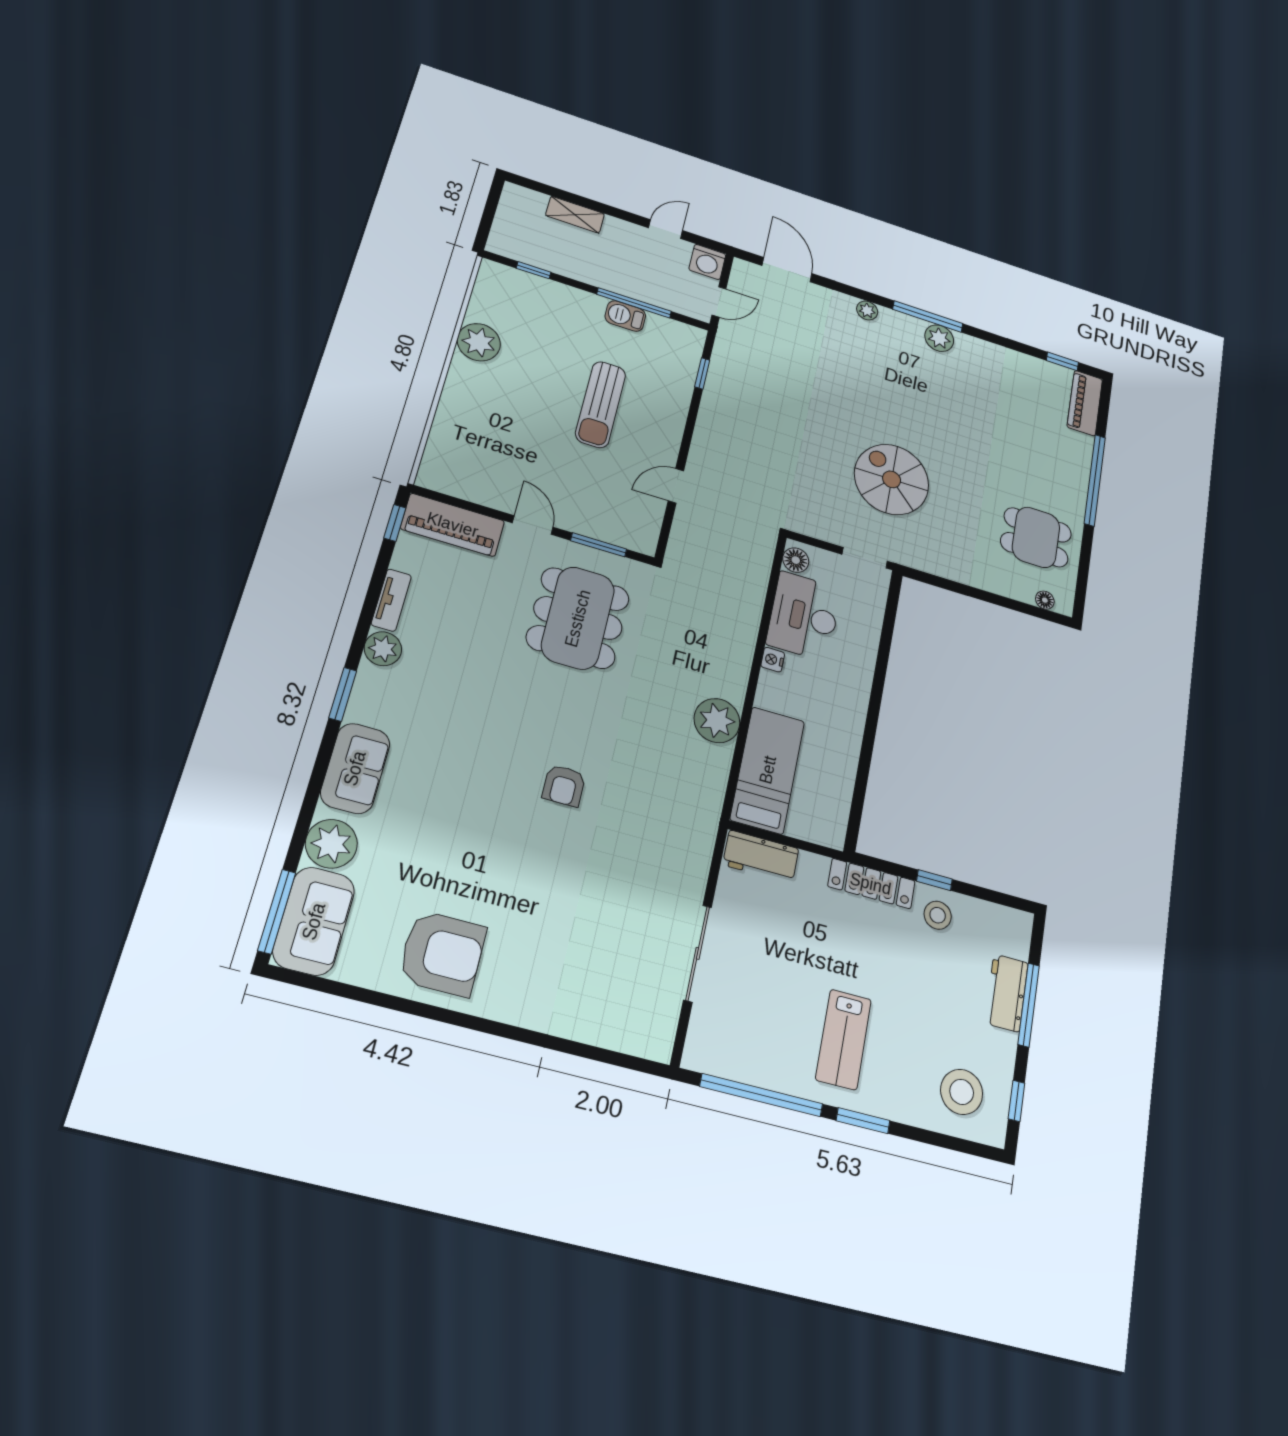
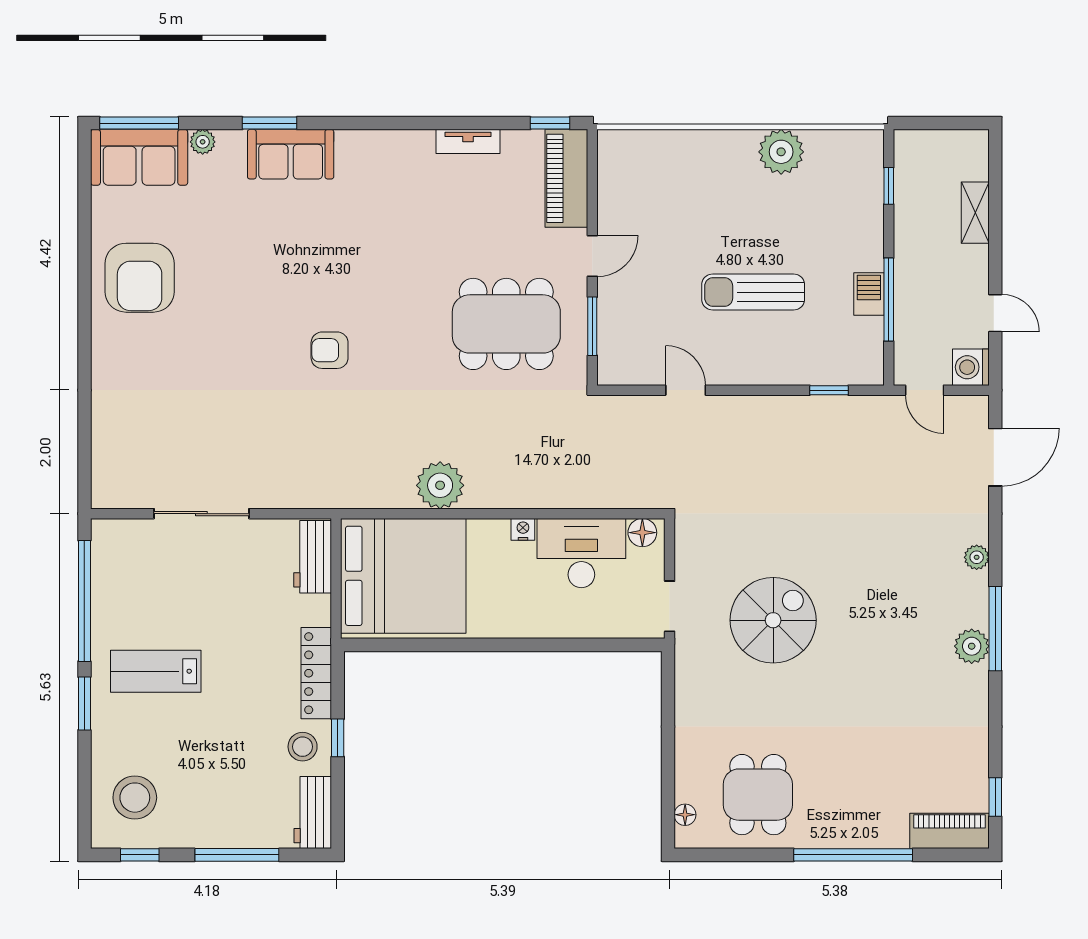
plant: (383, 649) -> (416, 147), removed
window: (343, 694) -> (270, 123), moved
bed: (768, 770) -> (403, 576), width x2.04
plant: (331, 844) -> (203, 142), width x0.53, depth x0.53
workbench: (1006, 993) -> (313, 812), moved, turned -90

